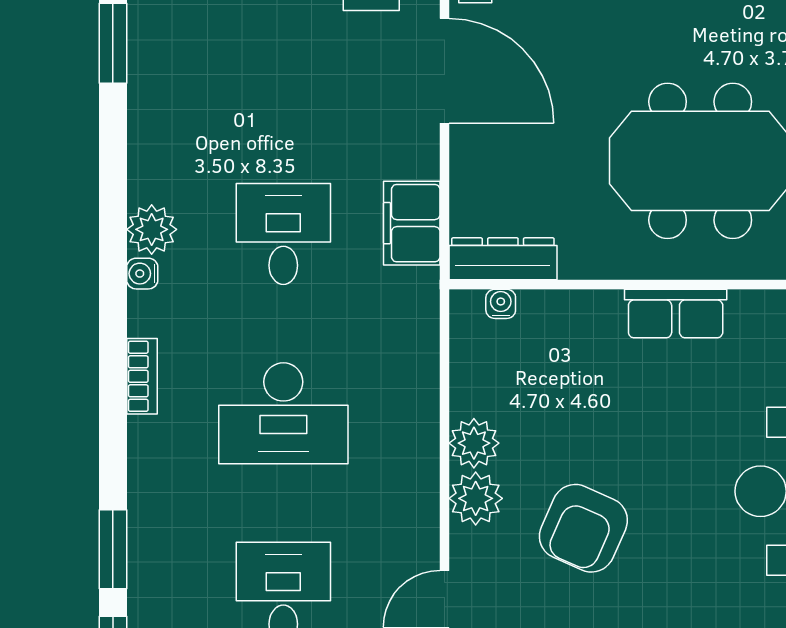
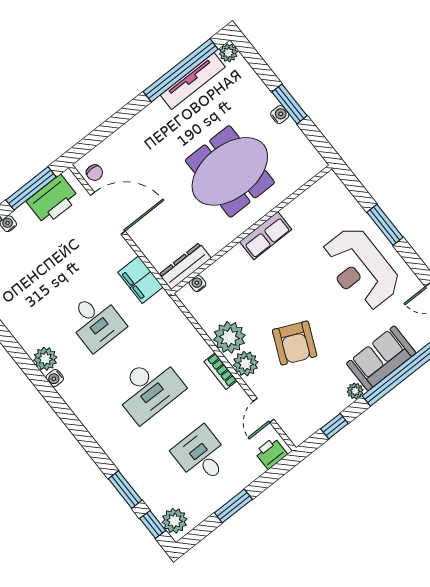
desk: (283, 234) -> (96, 322), turned 180
bookcase: (142, 376) -> (221, 371), moved, turned 180
plant: (474, 443) -> (229, 337), width x1.36, depth x1.36

